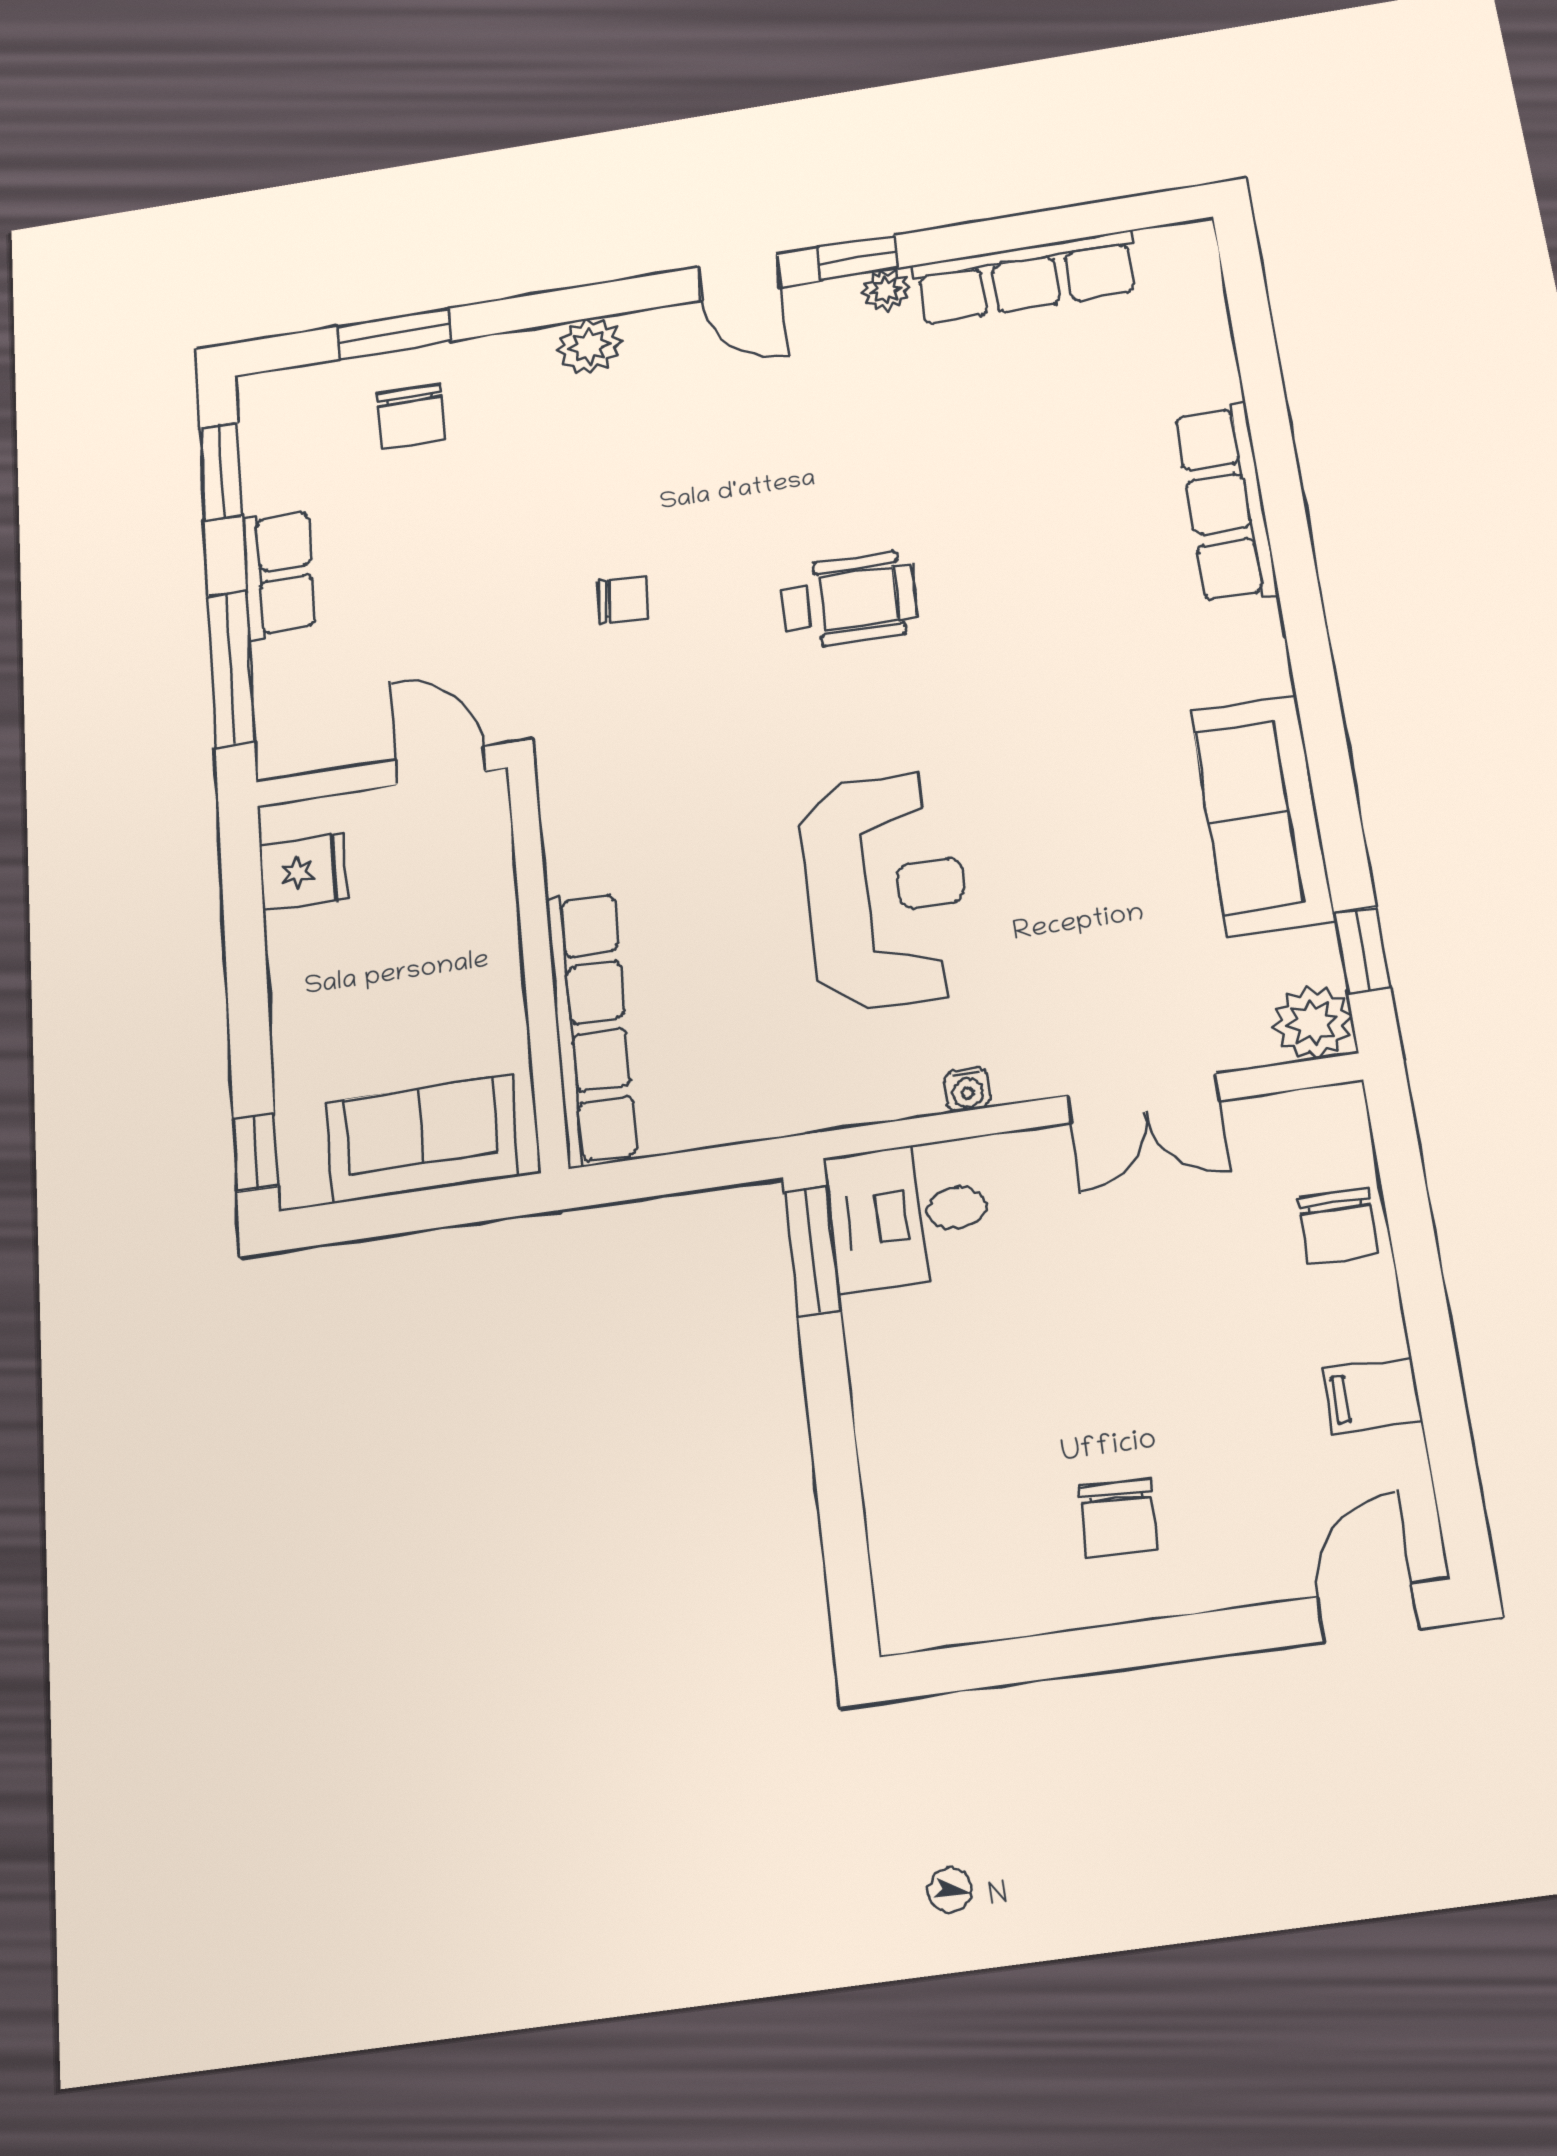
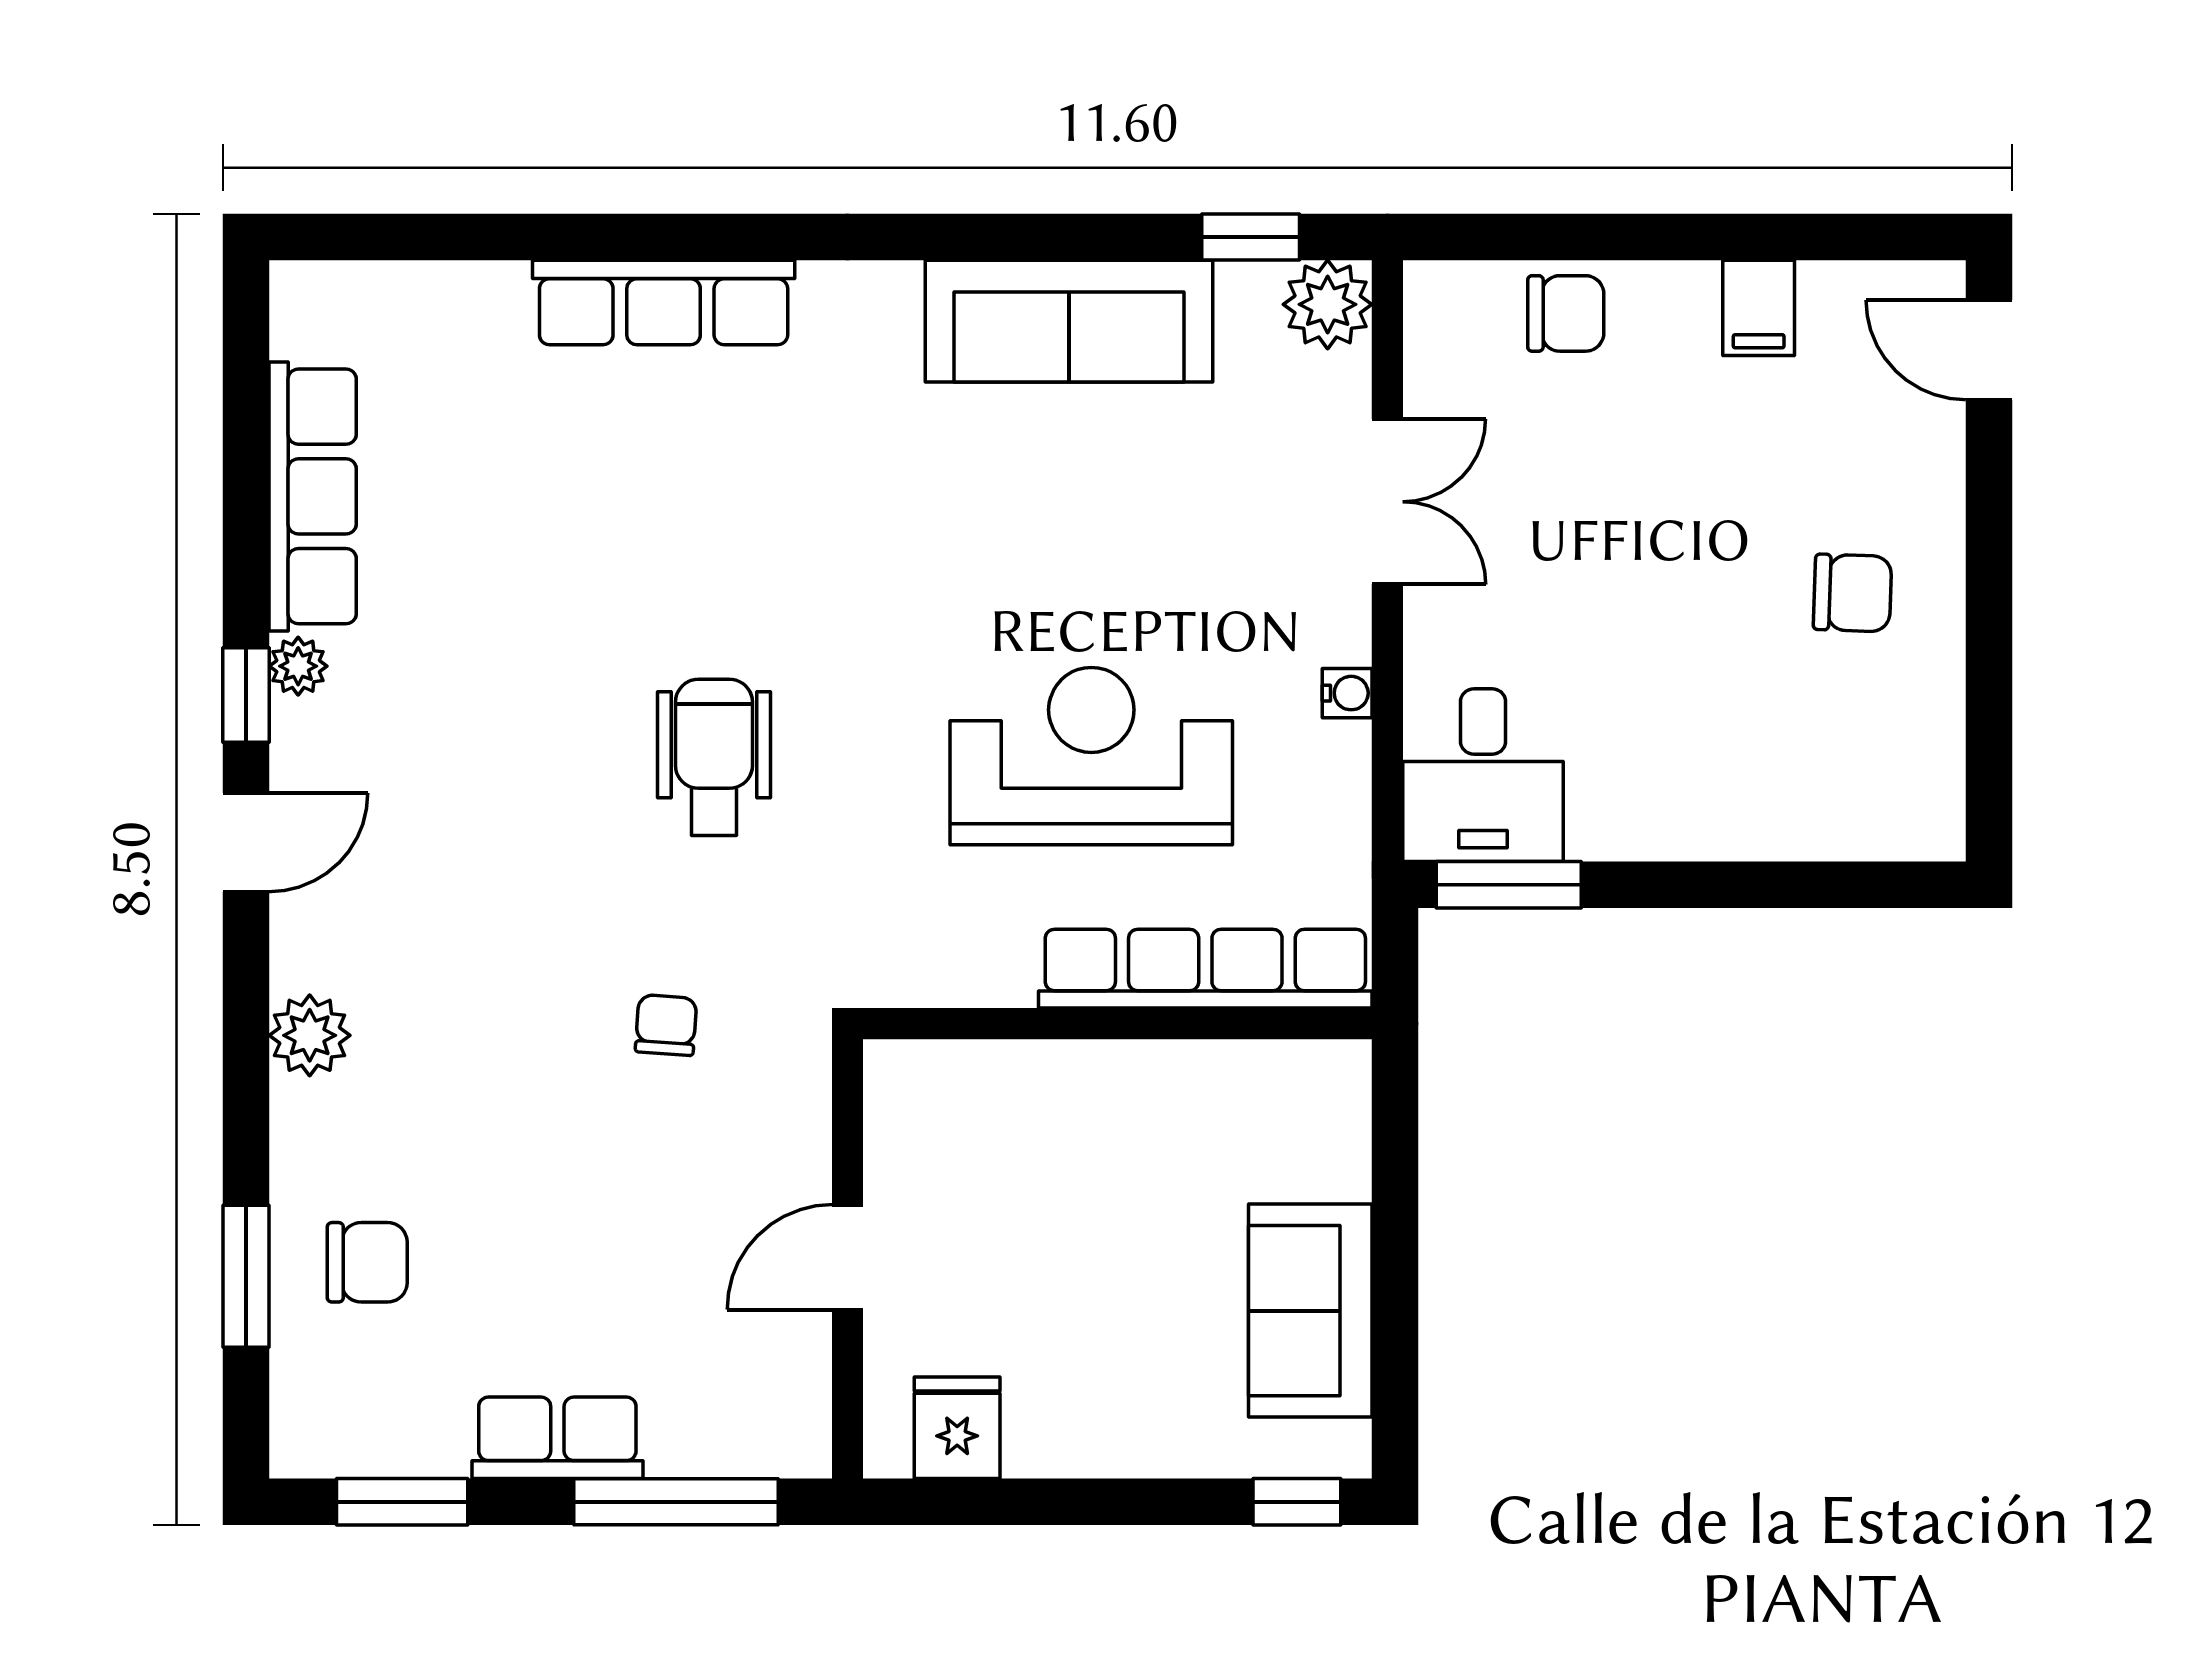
wall: (537, 964) -> (1117, 1024), moved
row of seats: (591, 1027) -> (1205, 969), moved

